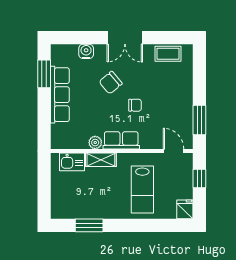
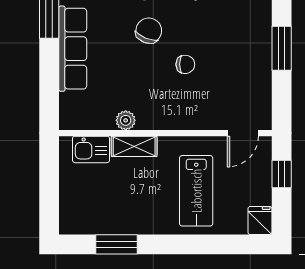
chair: (111, 83) -> (149, 31), turned 152
window: (199, 120) -> (282, 48), moved
row of seats: (121, 140) -> (165, 117), removed
door: (173, 151) -> (243, 133), swing flipped

